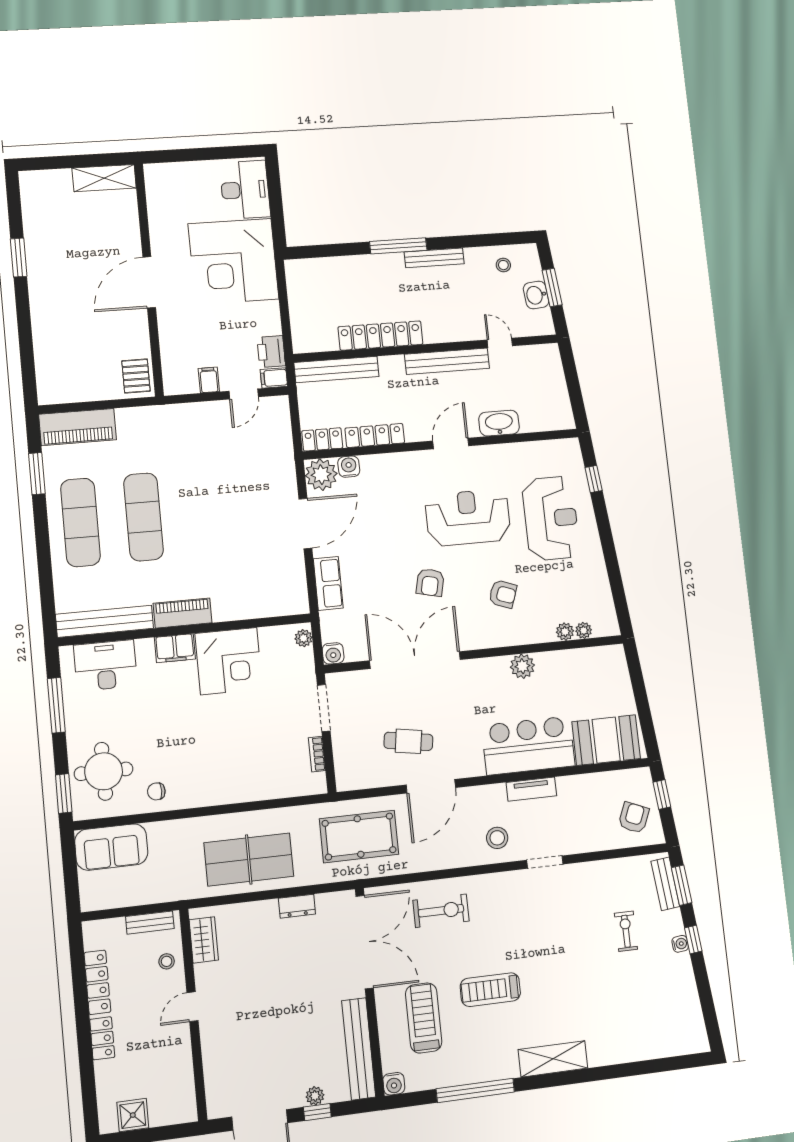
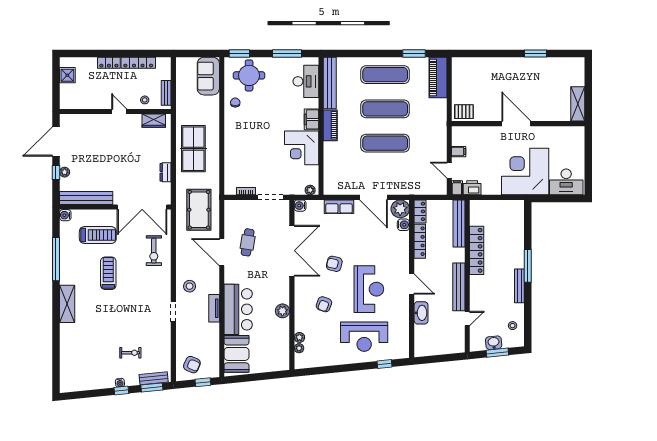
exercise mat: (206, 512) -> (385, 143), added

